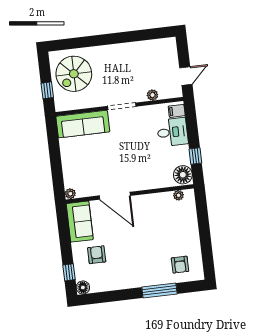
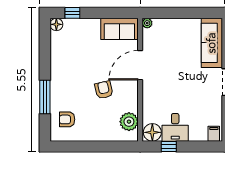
desk: (172, 132) -> (175, 127), moved
plant: (179, 195) -> (129, 122), width x1.88, depth x1.88
armchair: (97, 255) -> (104, 90), moved, turned -103

